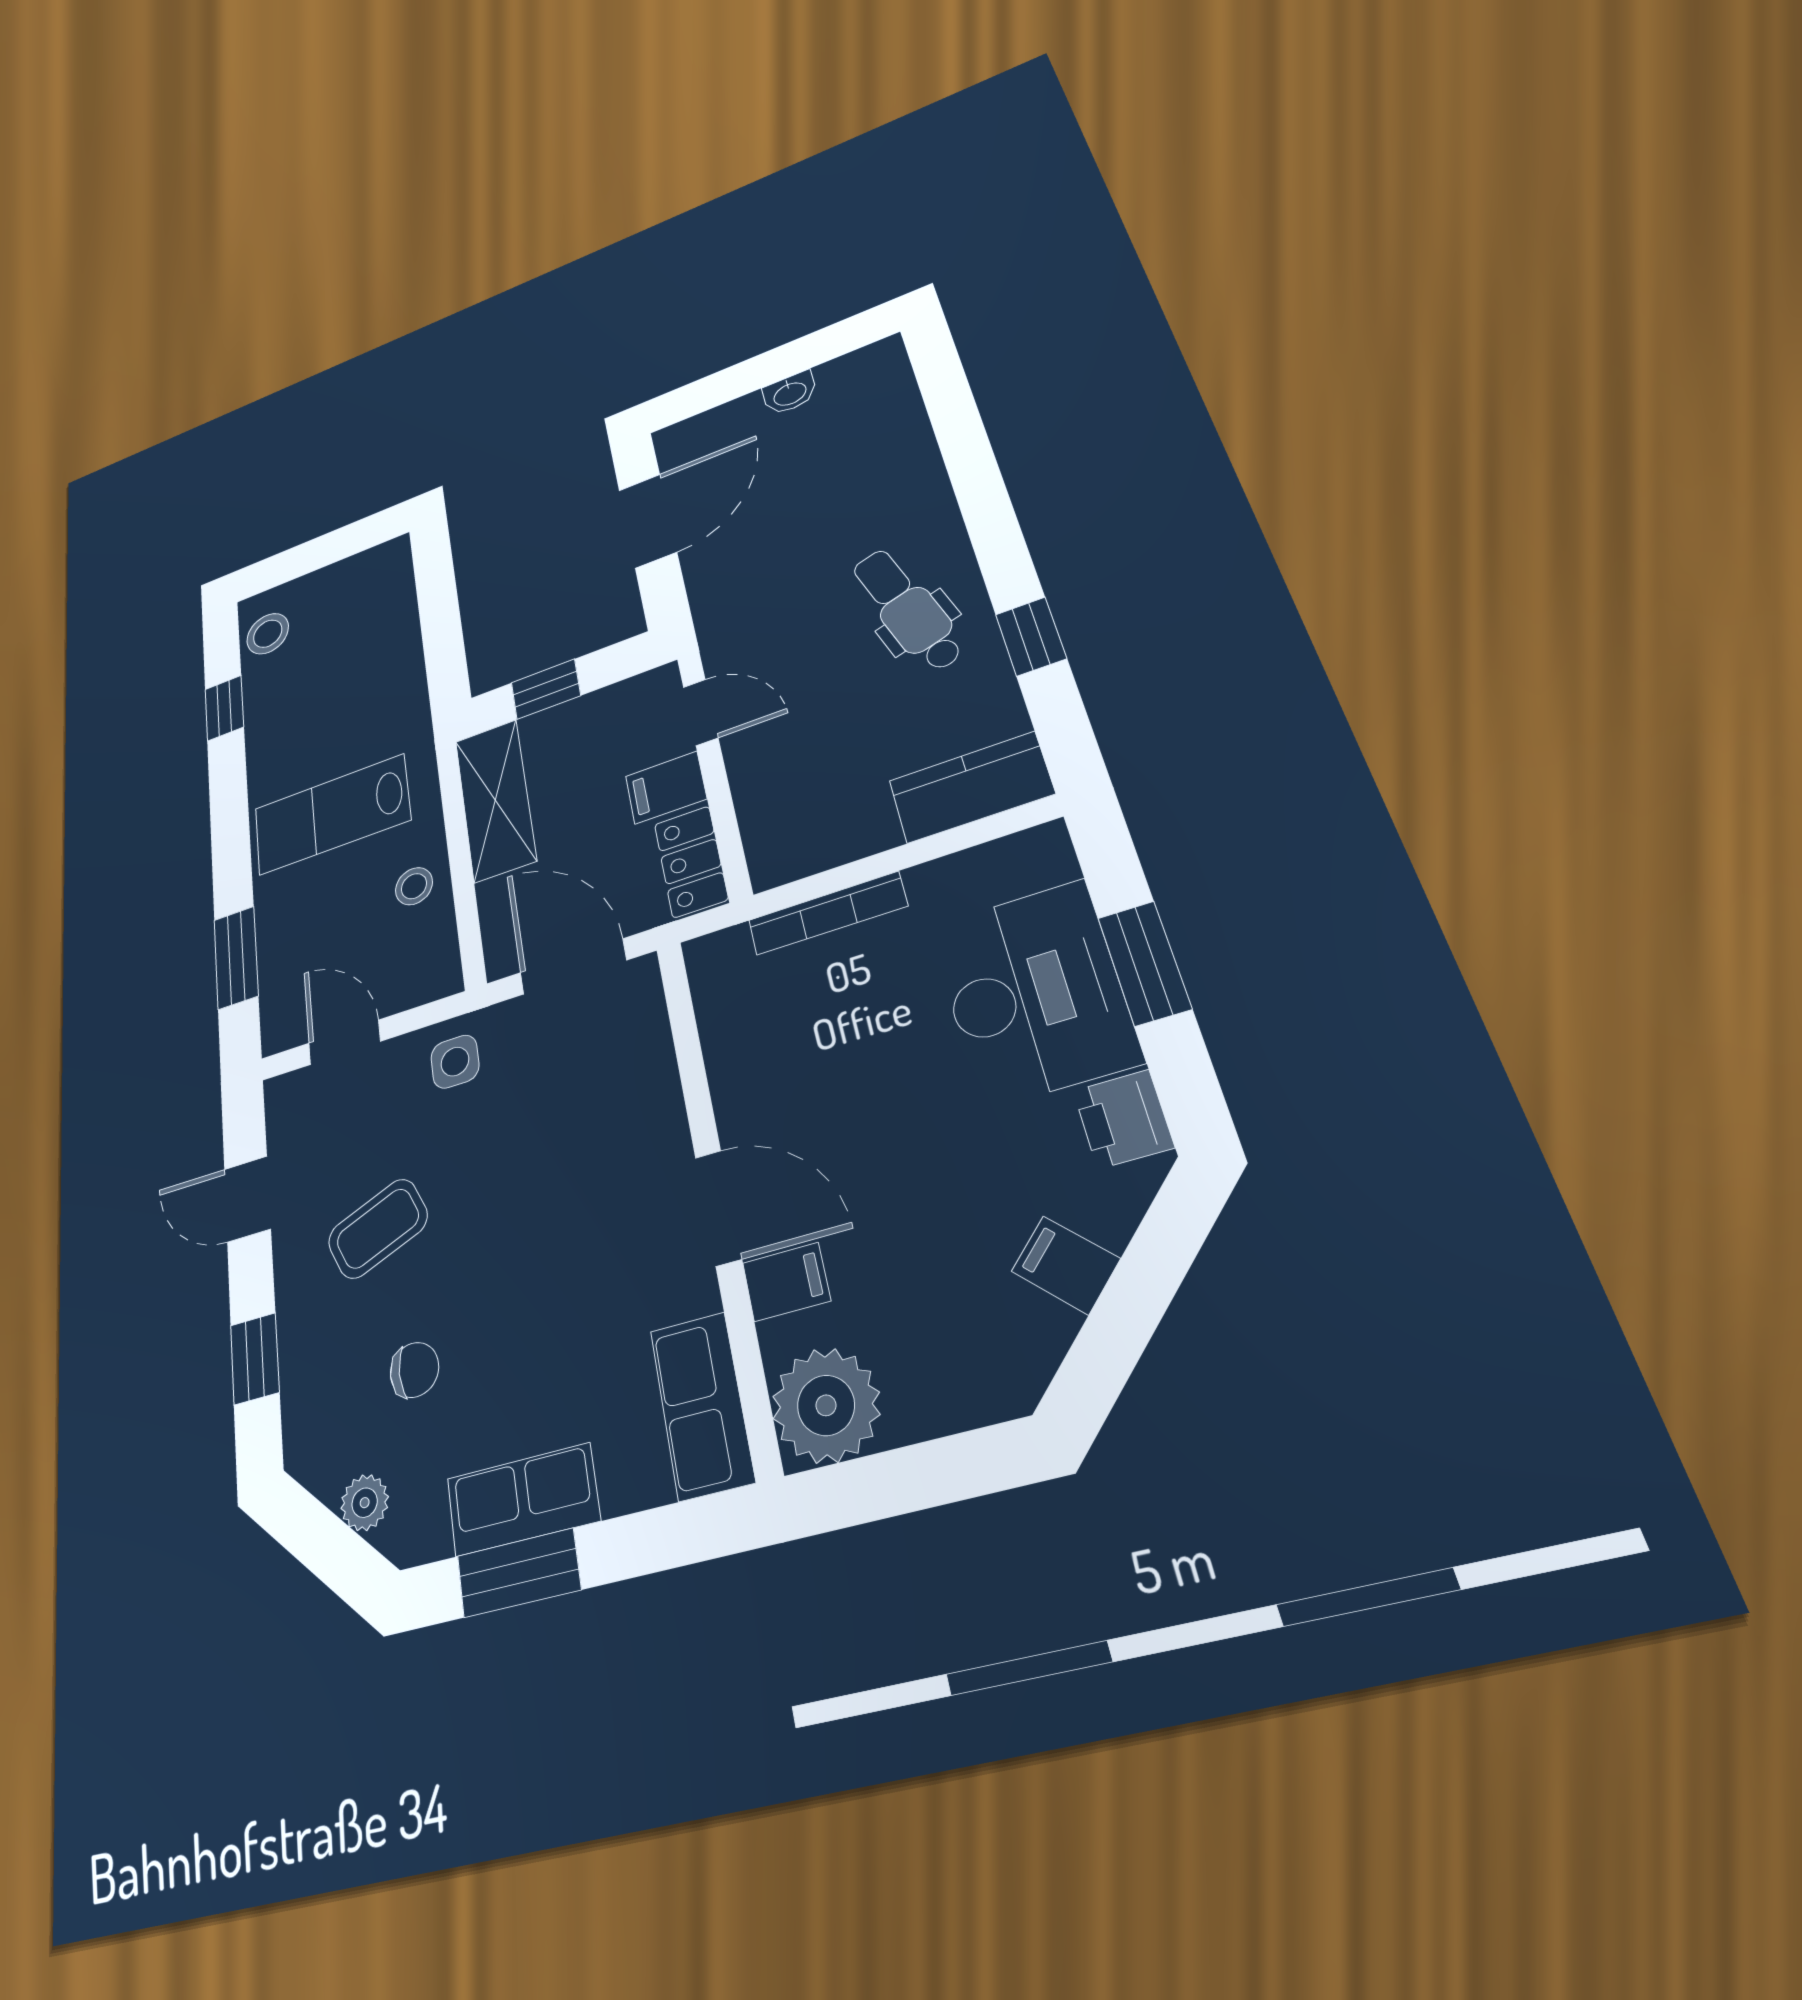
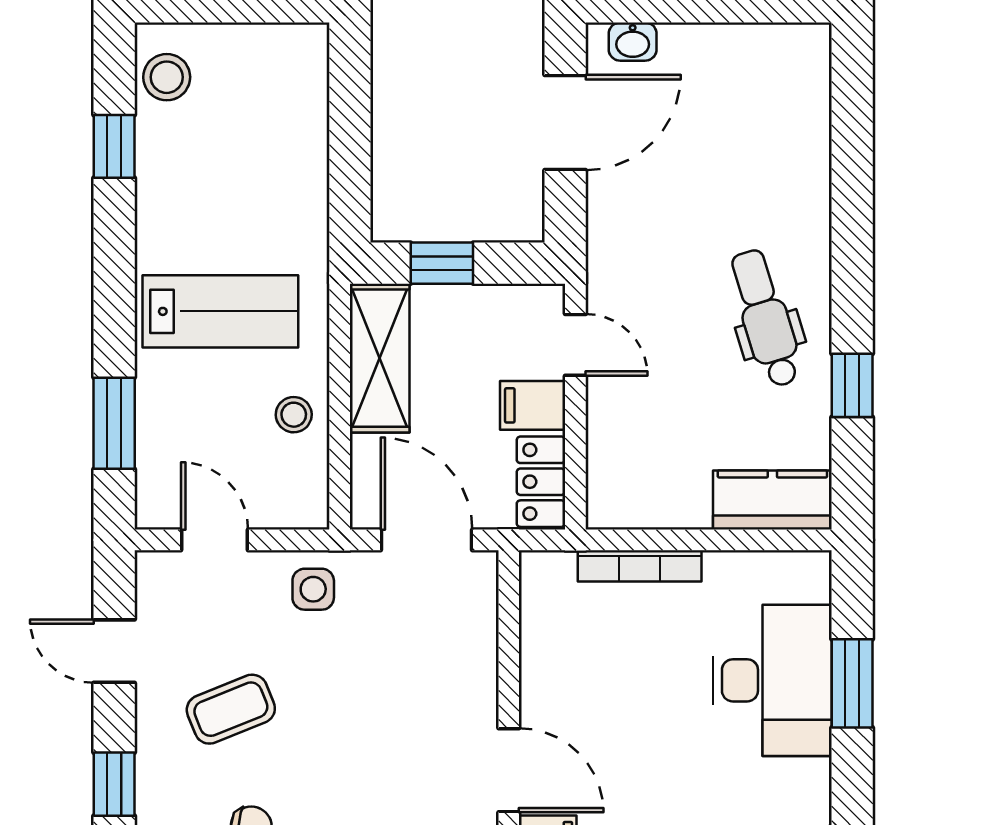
washbasin: (790, 393) -> (633, 42), moved
lab bench: (332, 814) -> (220, 311), turned 180
printer: (1123, 1119) -> (805, 790), removed

